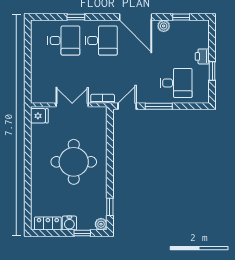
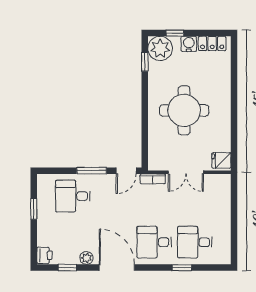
printer: (202, 56) -> (44, 255), moved
plant: (101, 224) -> (160, 48), width x1.88, depth x1.88

